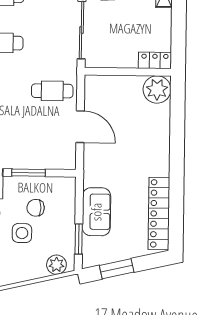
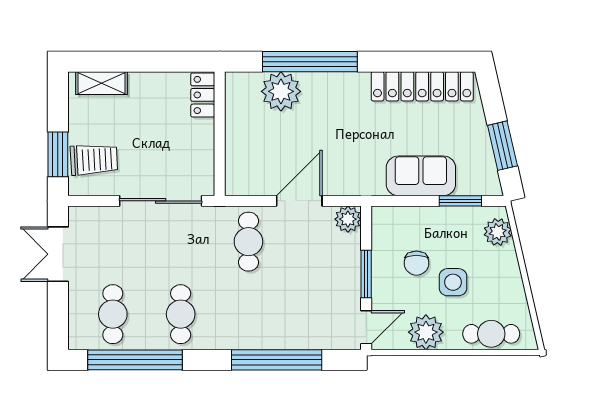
plant: (157, 89) -> (281, 91), moved
window: (177, 135) -> (310, 62), added
plant: (67, 160) -> (348, 219), added

